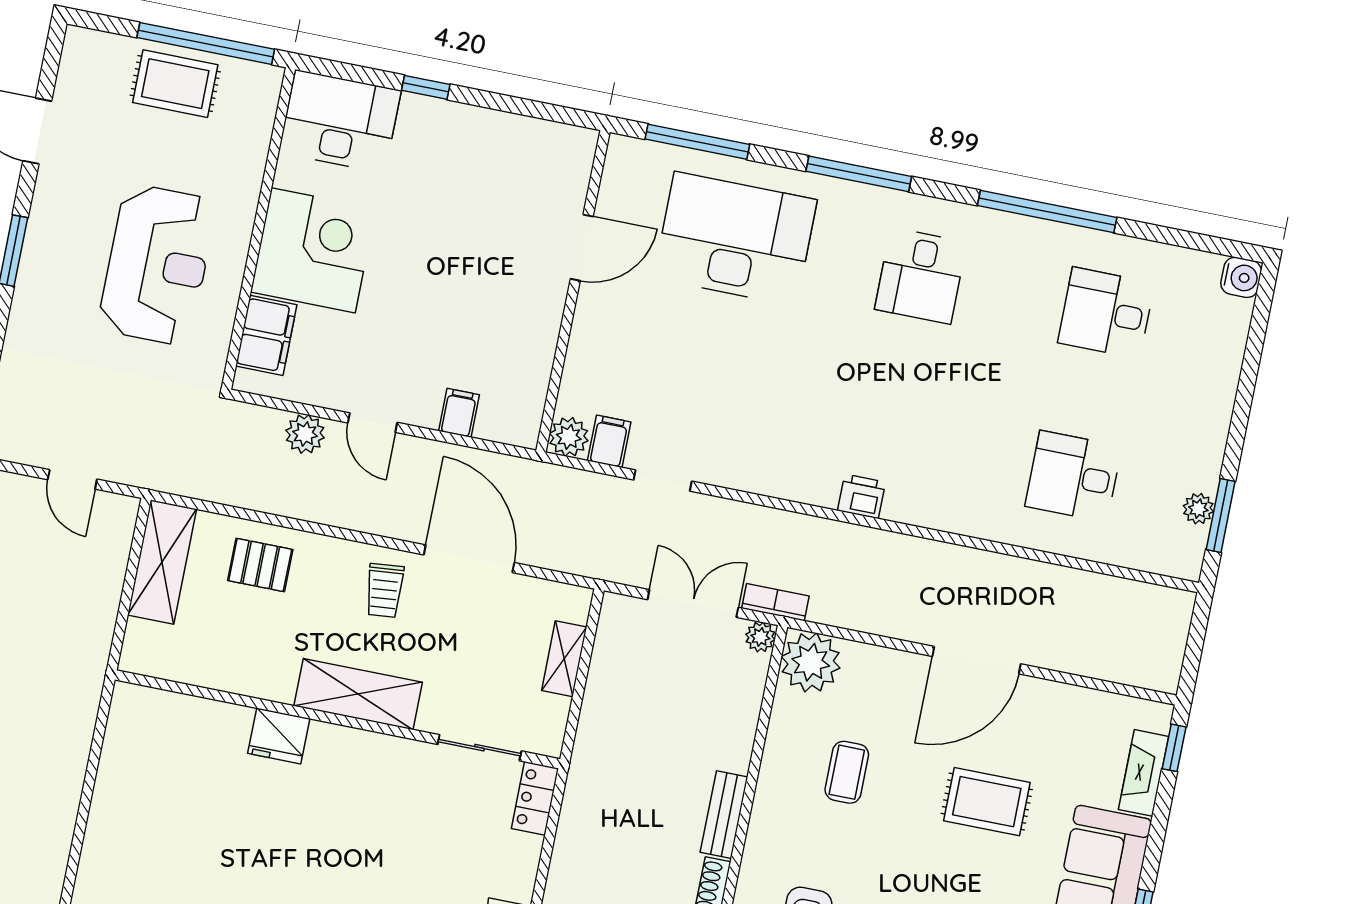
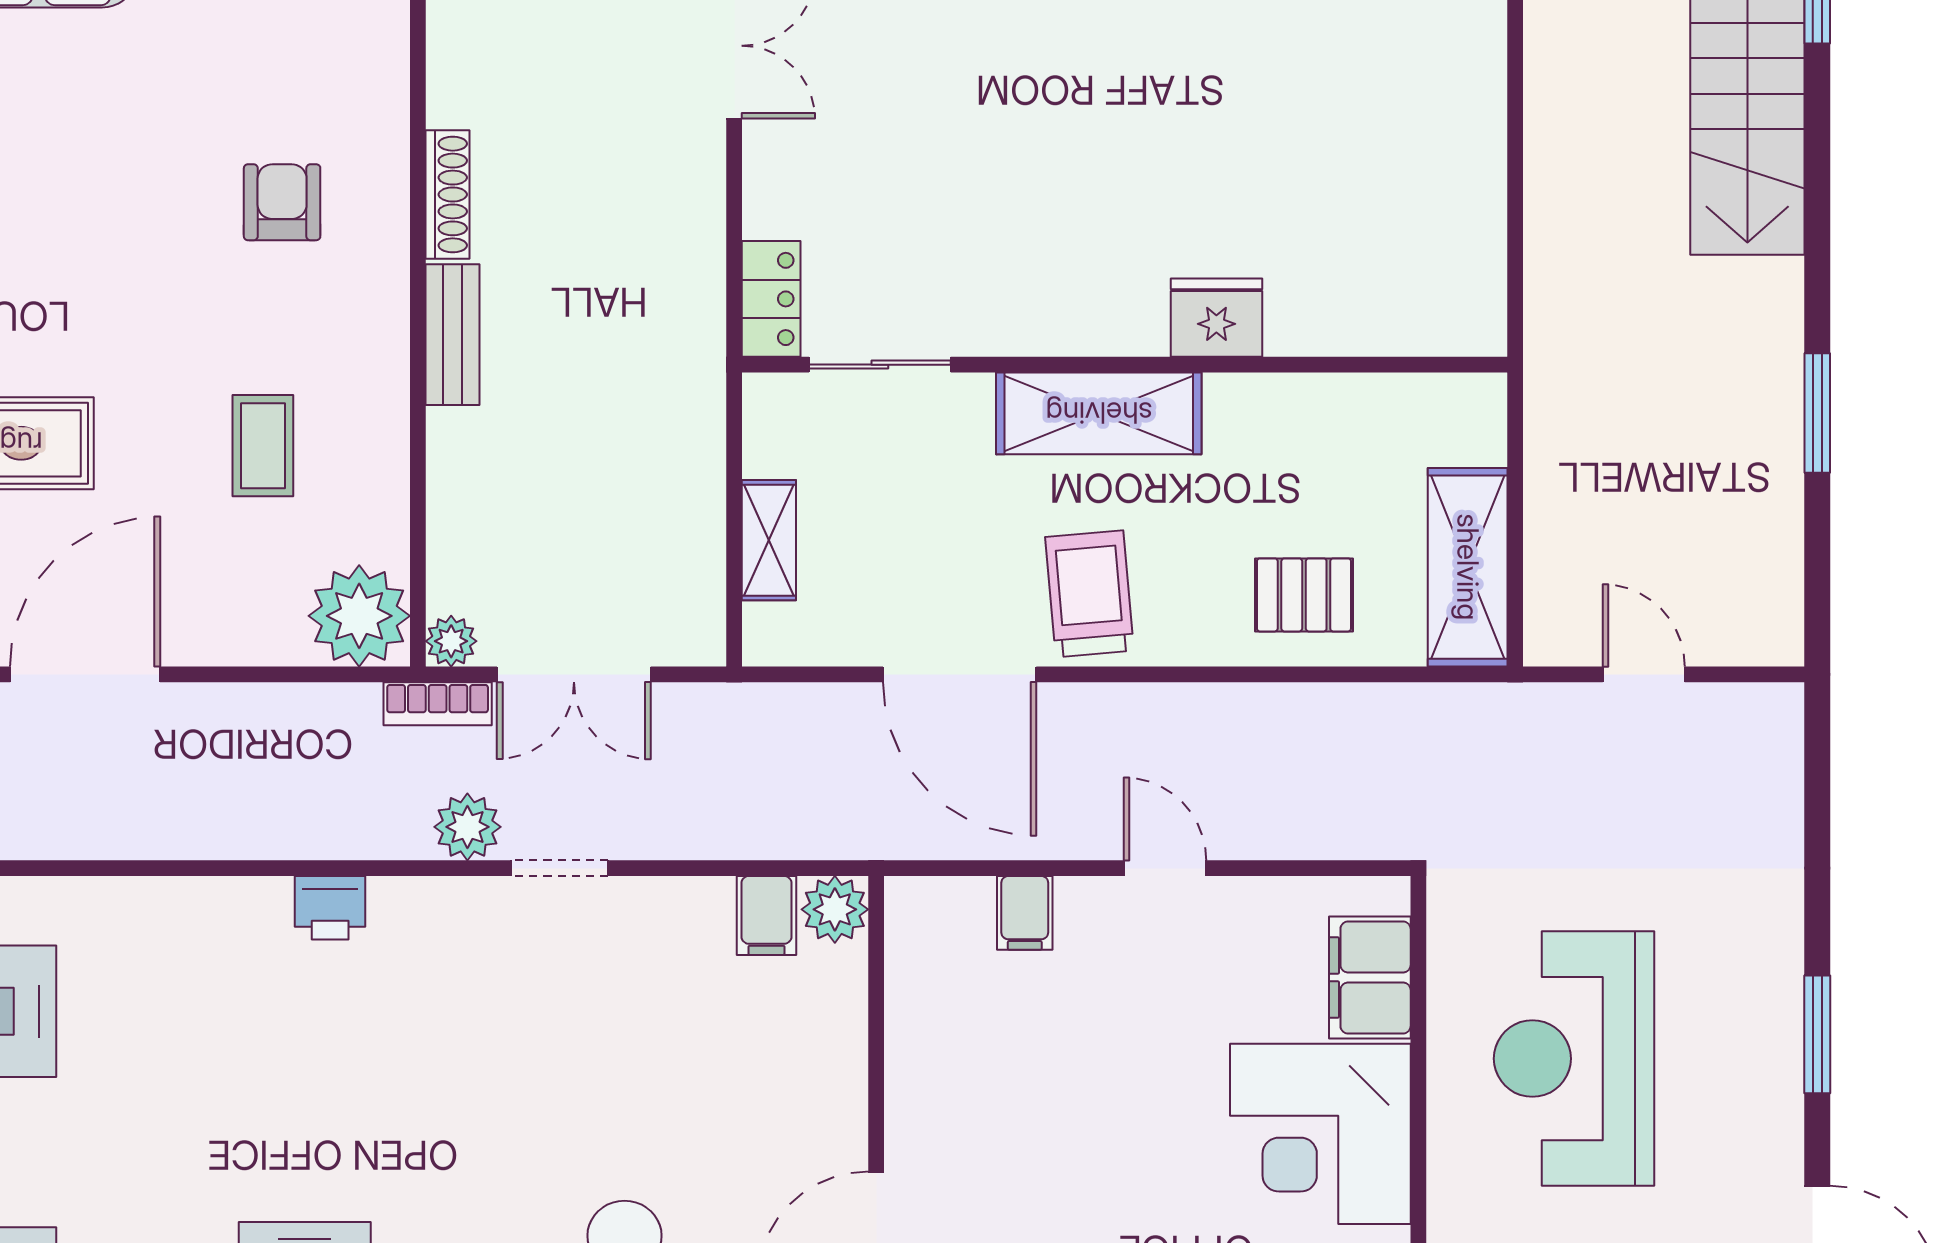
plant: (305, 434) -> (467, 827), moved
doorway: (663, 481) -> (559, 868), moved
trolley: (384, 590) -> (1089, 594), width x1.36, depth x1.39

